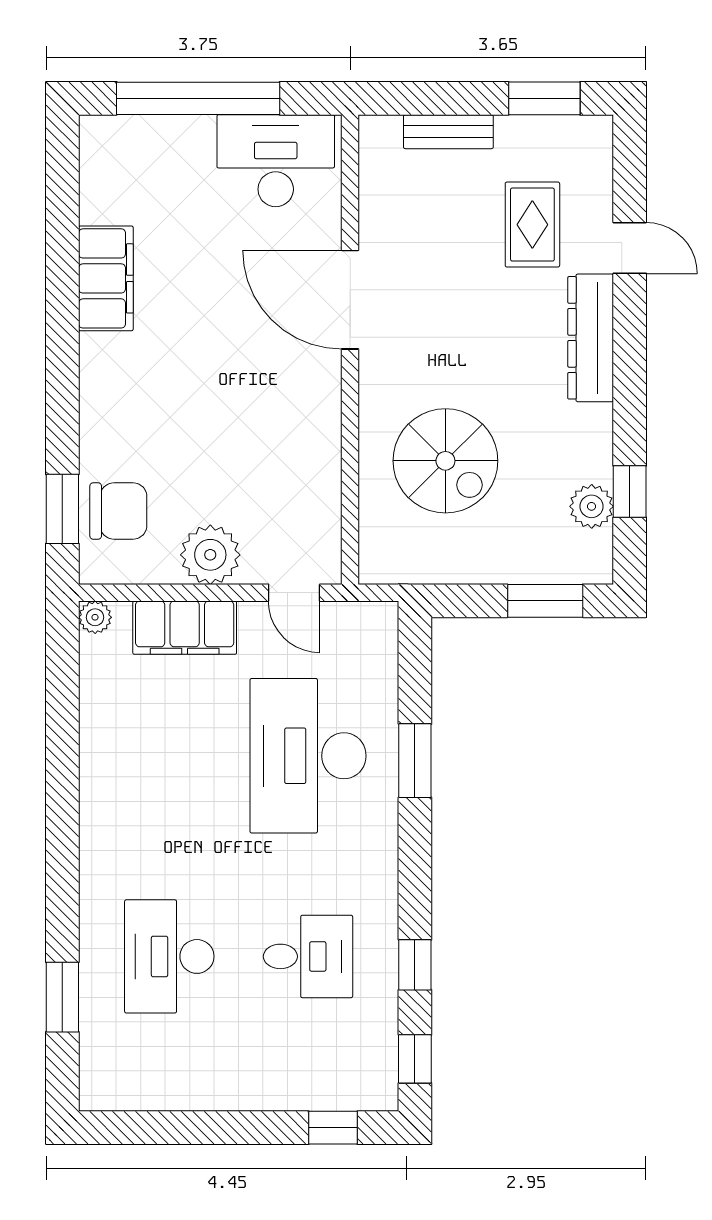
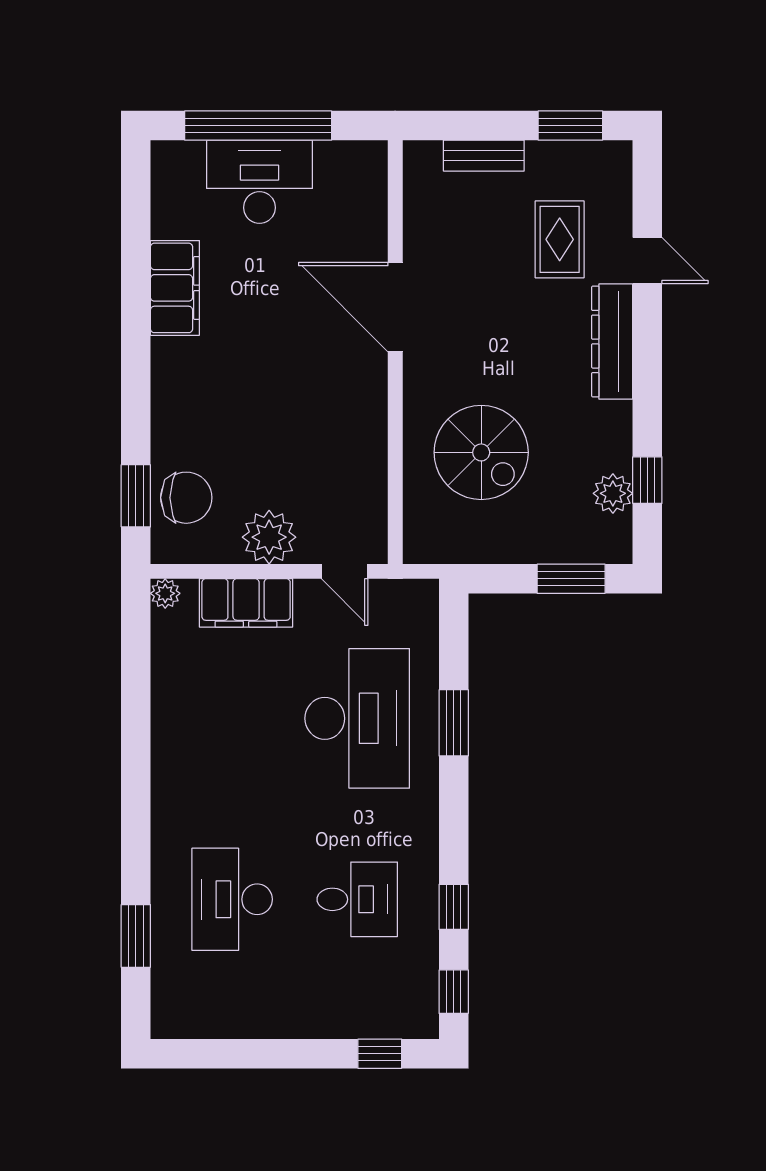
desk: (276, 161) -> (259, 182), moved
desk: (308, 756) -> (357, 718), turned 180

